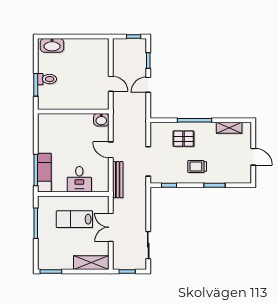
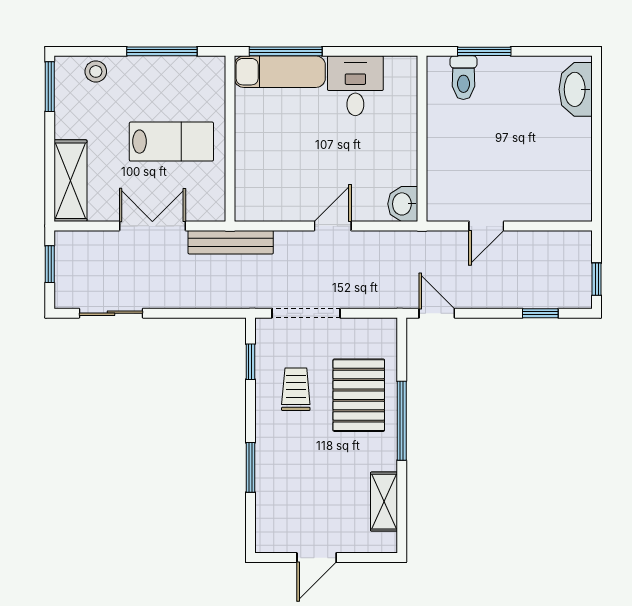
toilet: (47, 79) -> (463, 78), moved
door: (148, 85) -> (437, 313), moved
pallet: (183, 139) -> (359, 395), width x1.50, depth x1.42
trolley: (197, 167) -> (296, 389), moved
desk: (79, 179) -> (355, 86), moved, turned 90
bench: (118, 180) -> (231, 242), moved
lab bench: (74, 219) -> (171, 142), turned 90
stool: (44, 252) -> (96, 71), added

